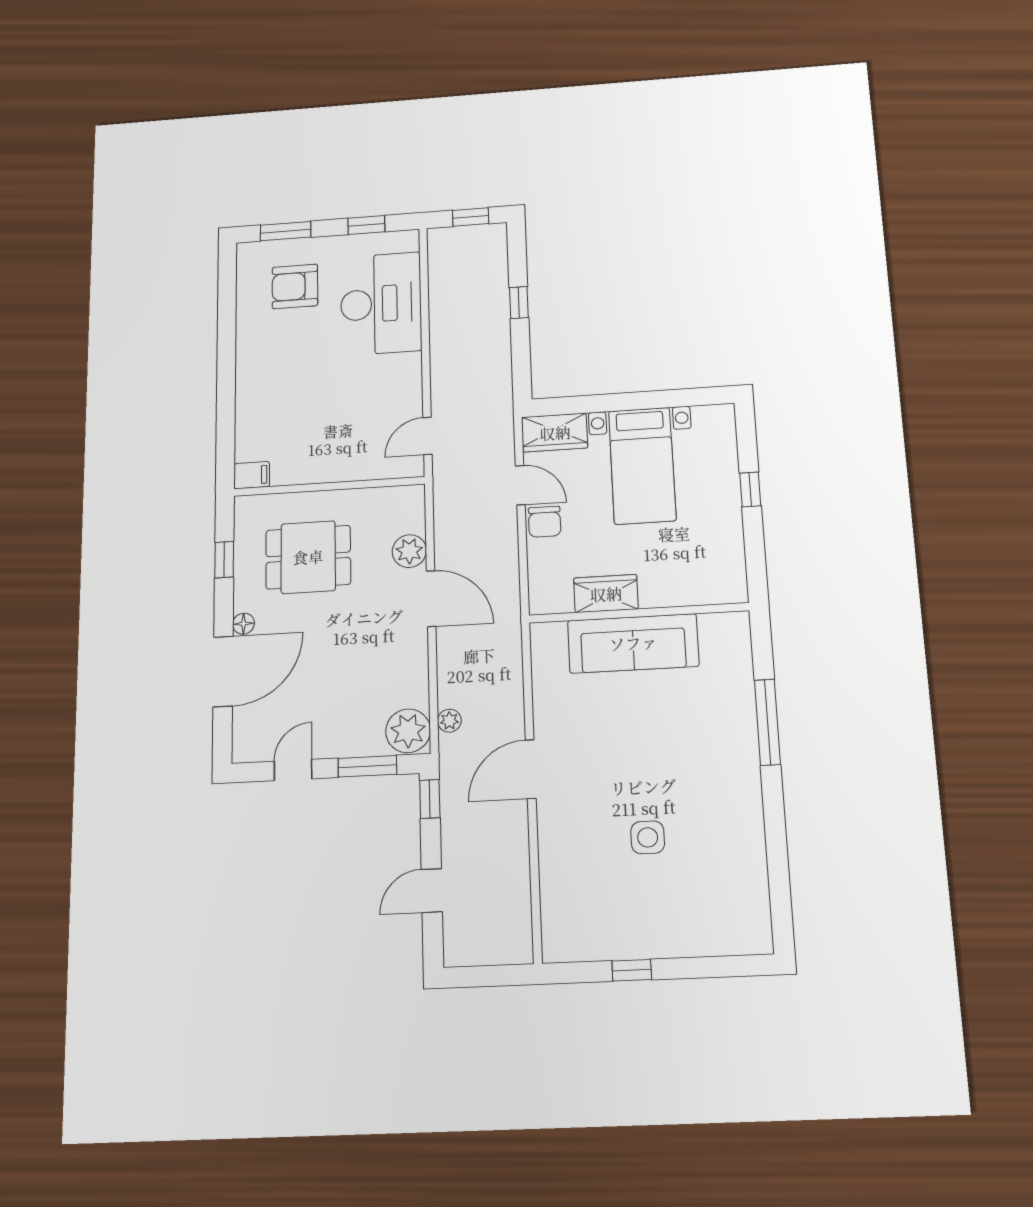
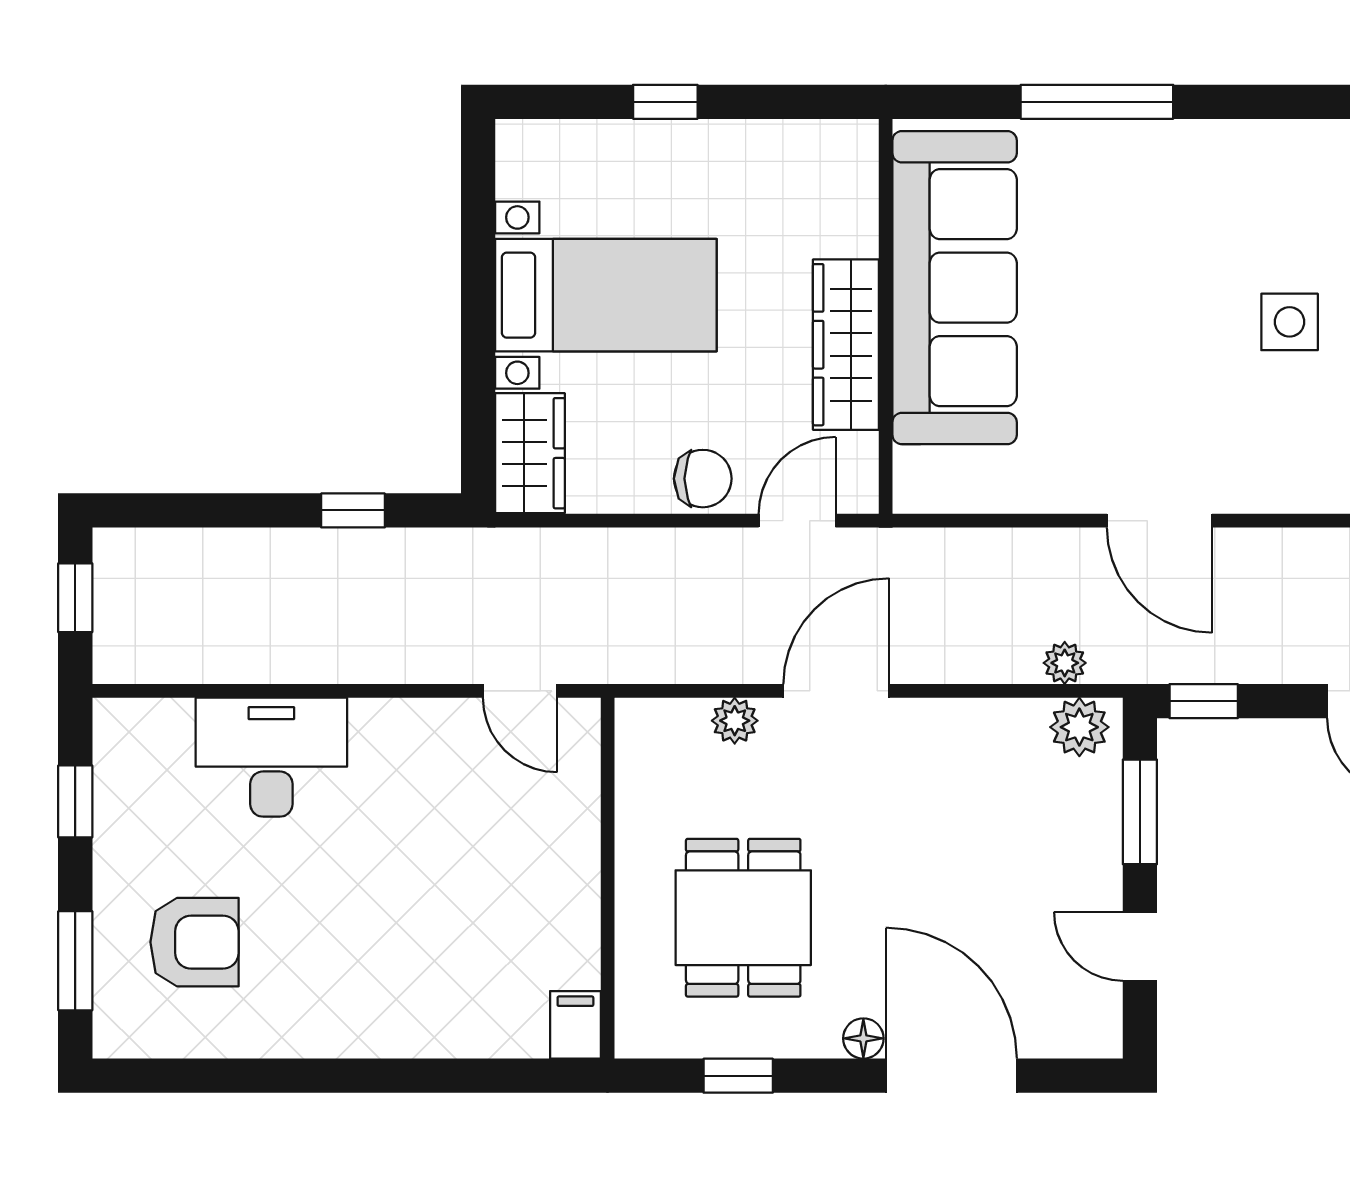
armchair: (295, 286) -> (195, 942), turned -90
window: (519, 303) -> (353, 510), moved
desk: (381, 304) -> (271, 757), width x0.73, depth x0.77
door: (520, 485) -> (797, 521), moved
plant: (409, 551) -> (735, 721), width x0.73, depth x0.73
wardrobe: (606, 594) -> (846, 345), width x1.50
sofa: (633, 643) -> (955, 288), width x1.36, depth x1.27
plant: (408, 731) -> (1079, 727), width x0.73, depth x0.73

